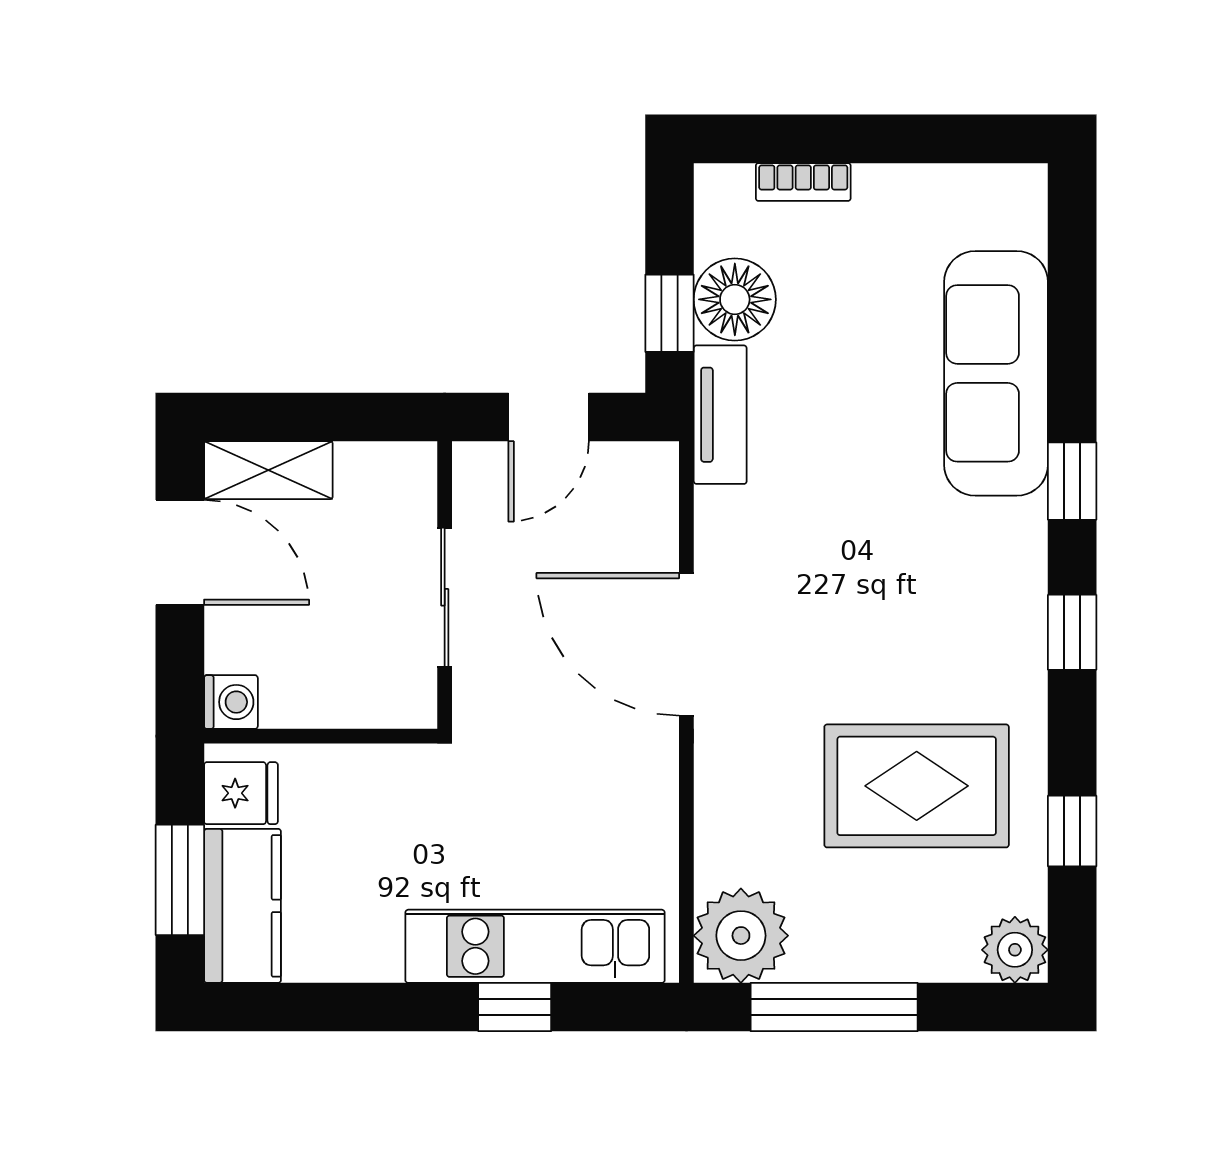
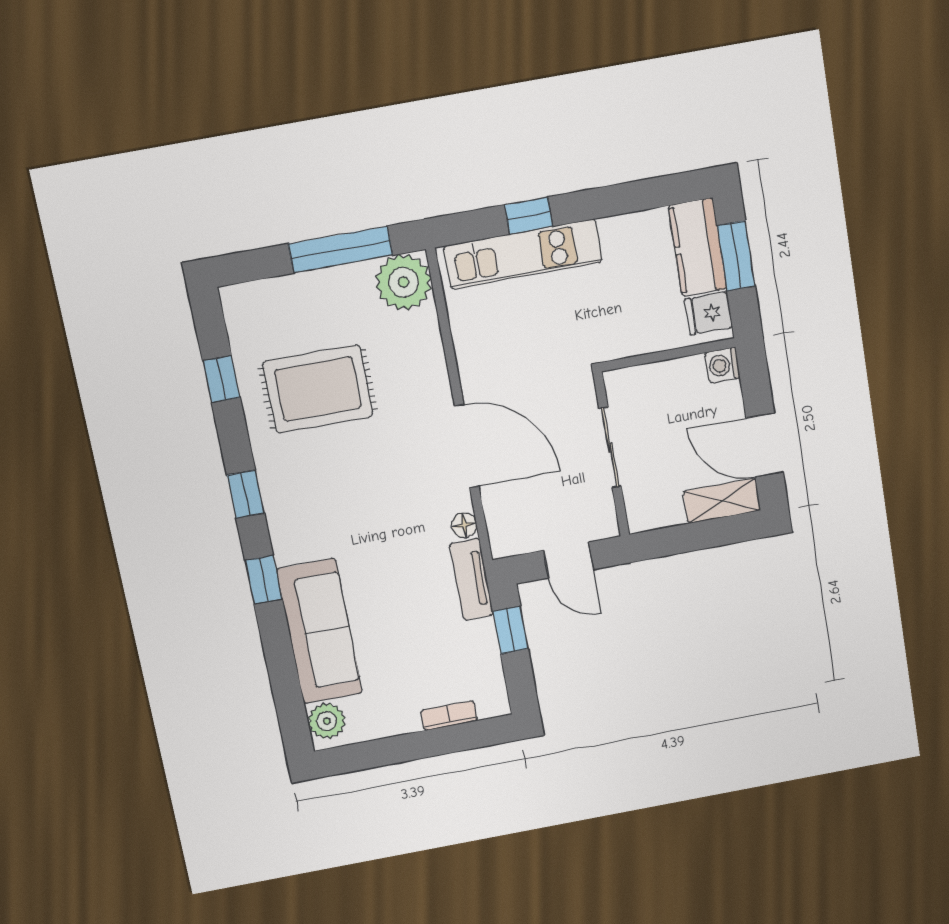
floor lamp: (735, 299) -> (464, 525), moved, width x0.53, depth x0.53
door: (549, 417) -> (568, 560), swing flipped
plant: (1015, 950) -> (327, 721), moved

